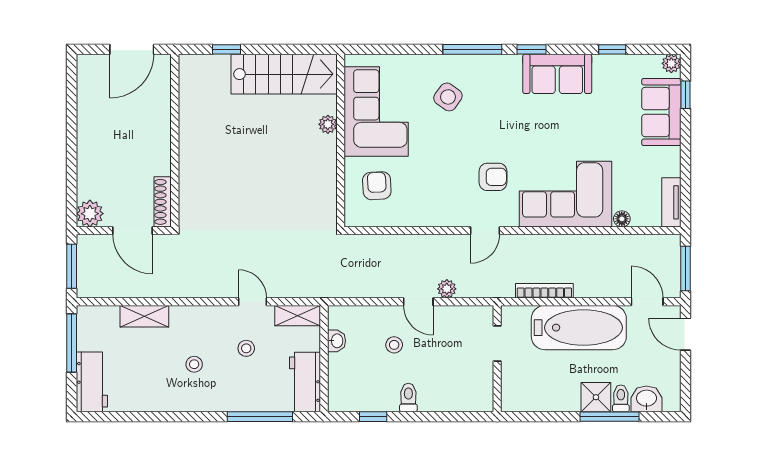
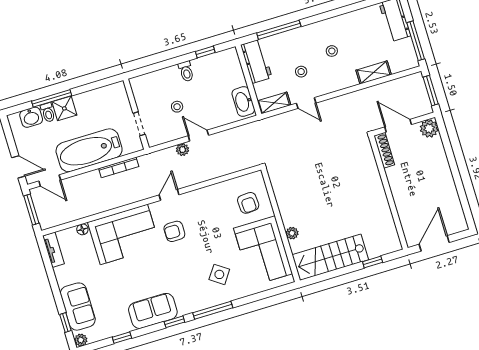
washbasin: (337, 341) -> (243, 101), width x1.91, depth x1.45
stool: (394, 345) -> (177, 107), moved

